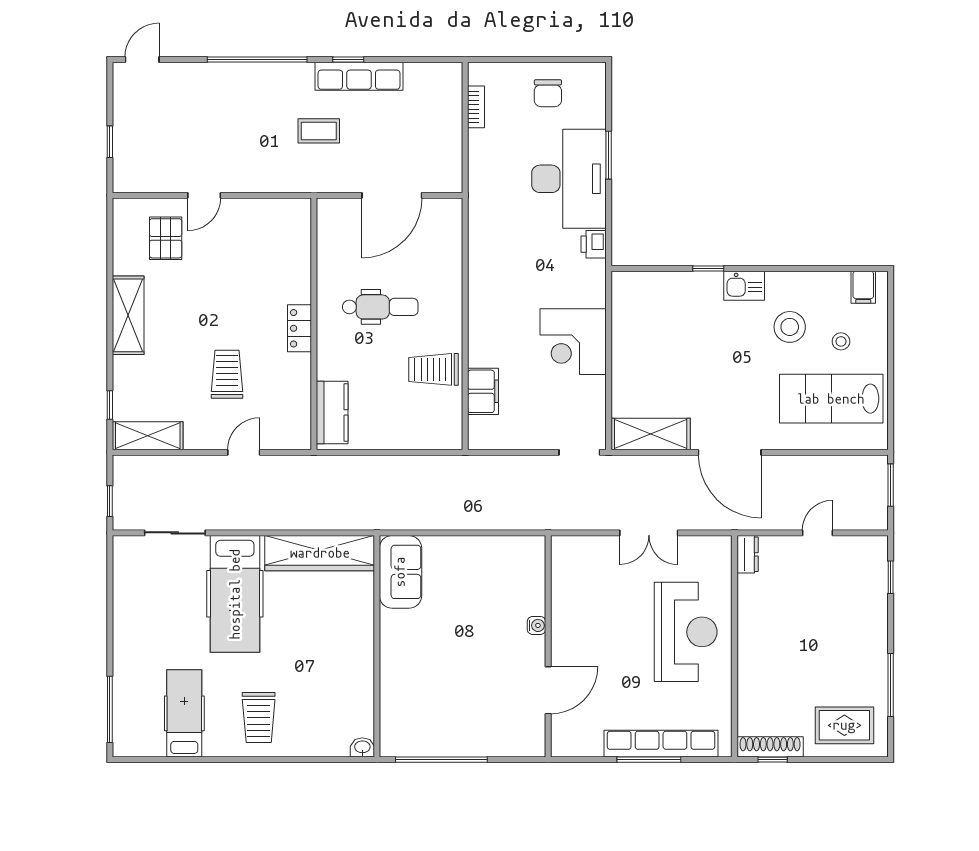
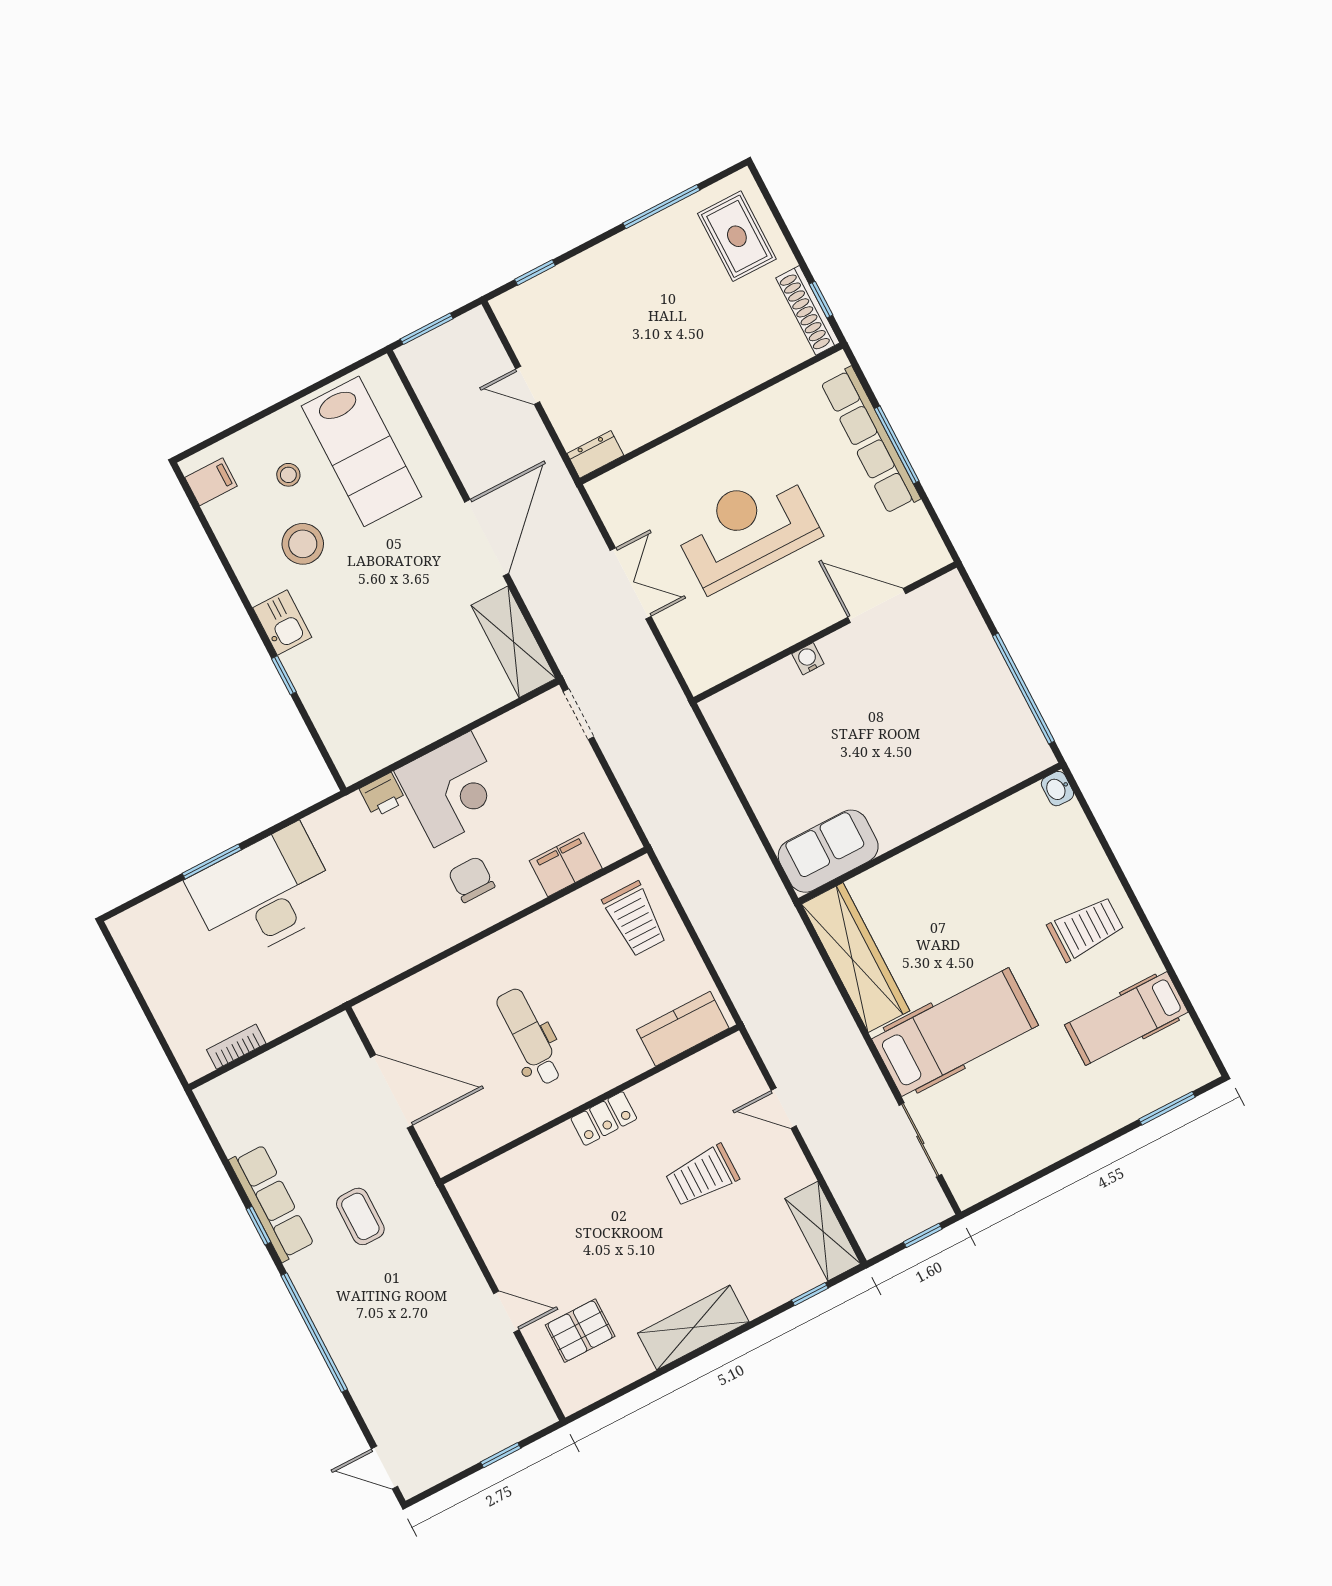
chair: (548, 93) -> (471, 879), moved, turned -90
printer: (594, 244) -> (383, 795), moved
trolley: (434, 369) -> (635, 919), moved
reception desk: (686, 632) -> (747, 530), moved
window: (110, 709) -> (1167, 1108), width x0.69

